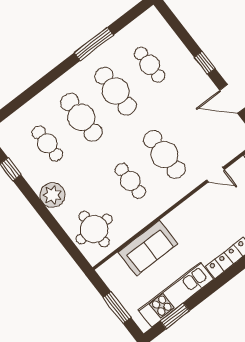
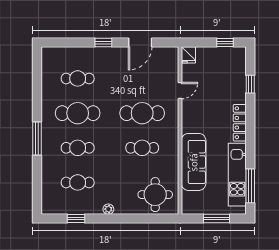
window: (94, 44) -> (37, 139), moved
cafe table: (81, 117) -> (78, 148), width x0.73, depth x0.74
plant: (52, 195) -> (108, 209), width x0.53, depth x0.53
sofa: (148, 248) -> (194, 162), width x1.36
window: (175, 316) -> (250, 186), width x1.44

